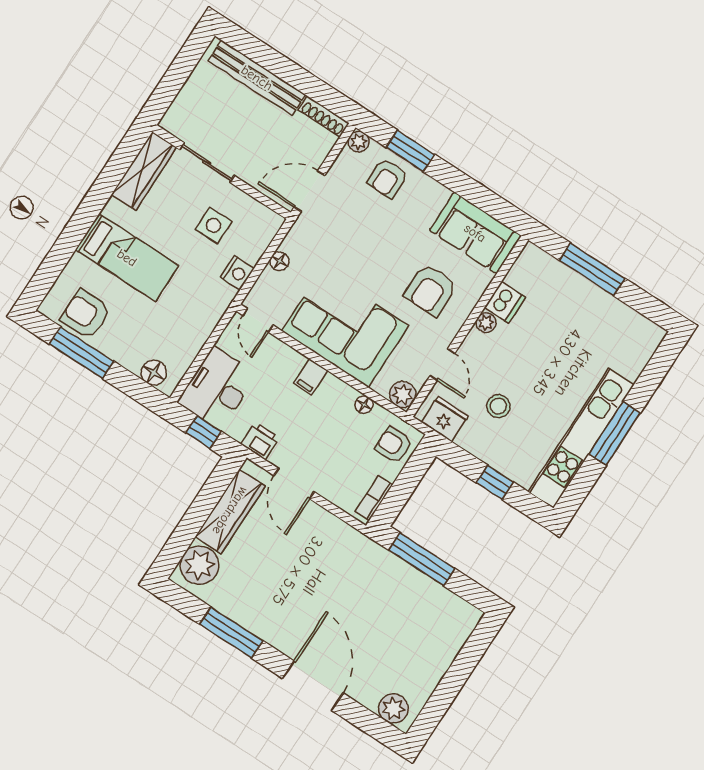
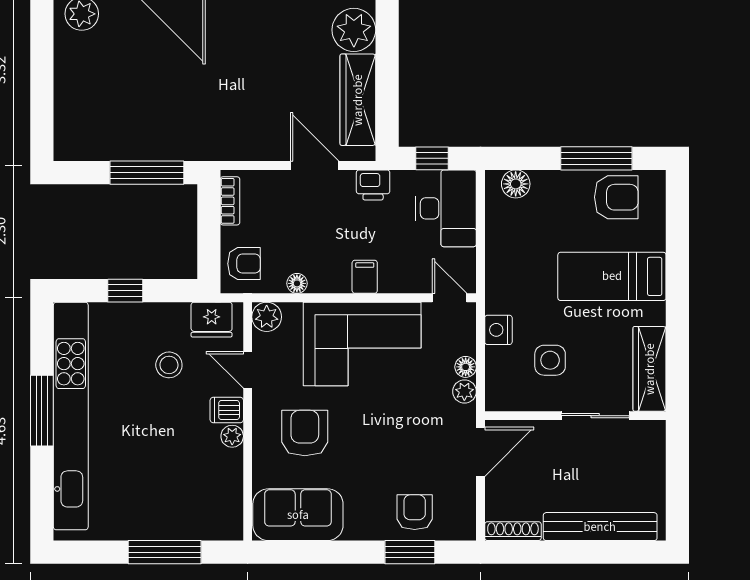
plant: (359, 142) -> (464, 392), moved
dishwasher: (505, 302) -> (227, 410), moved, width x0.73
kitchen unit: (581, 438) -> (71, 416), width x1.36

